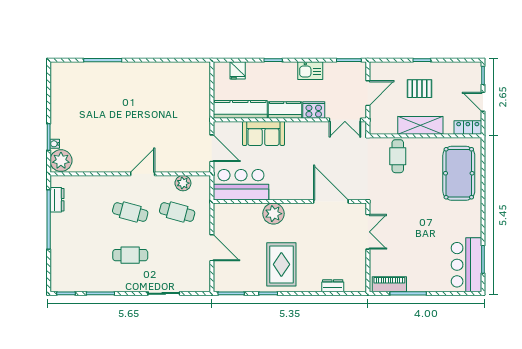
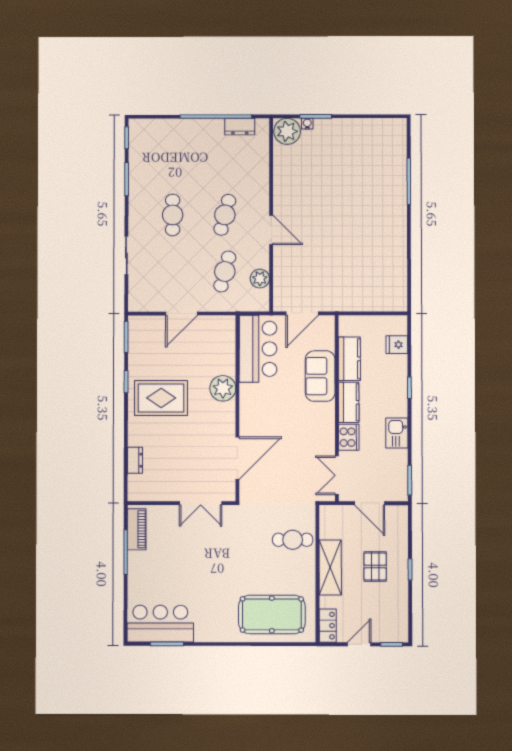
kitchen counter: (240, 109) -> (349, 359), width x0.67

